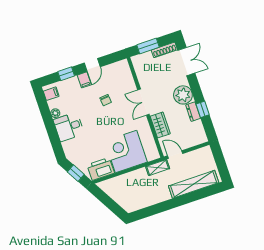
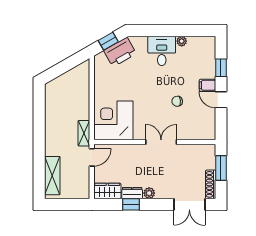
filing cabinet: (51, 94) -> (205, 44), removed
plant: (183, 95) -> (149, 193), width x0.53, depth x0.53
wardrobe: (160, 125) -> (107, 191), moved, turned 180
corner desk: (126, 152) -> (113, 120), moved, turned -90
printer: (101, 169) -> (120, 52), moved, turned 60
shelving: (194, 184) -> (52, 176), width x0.68

